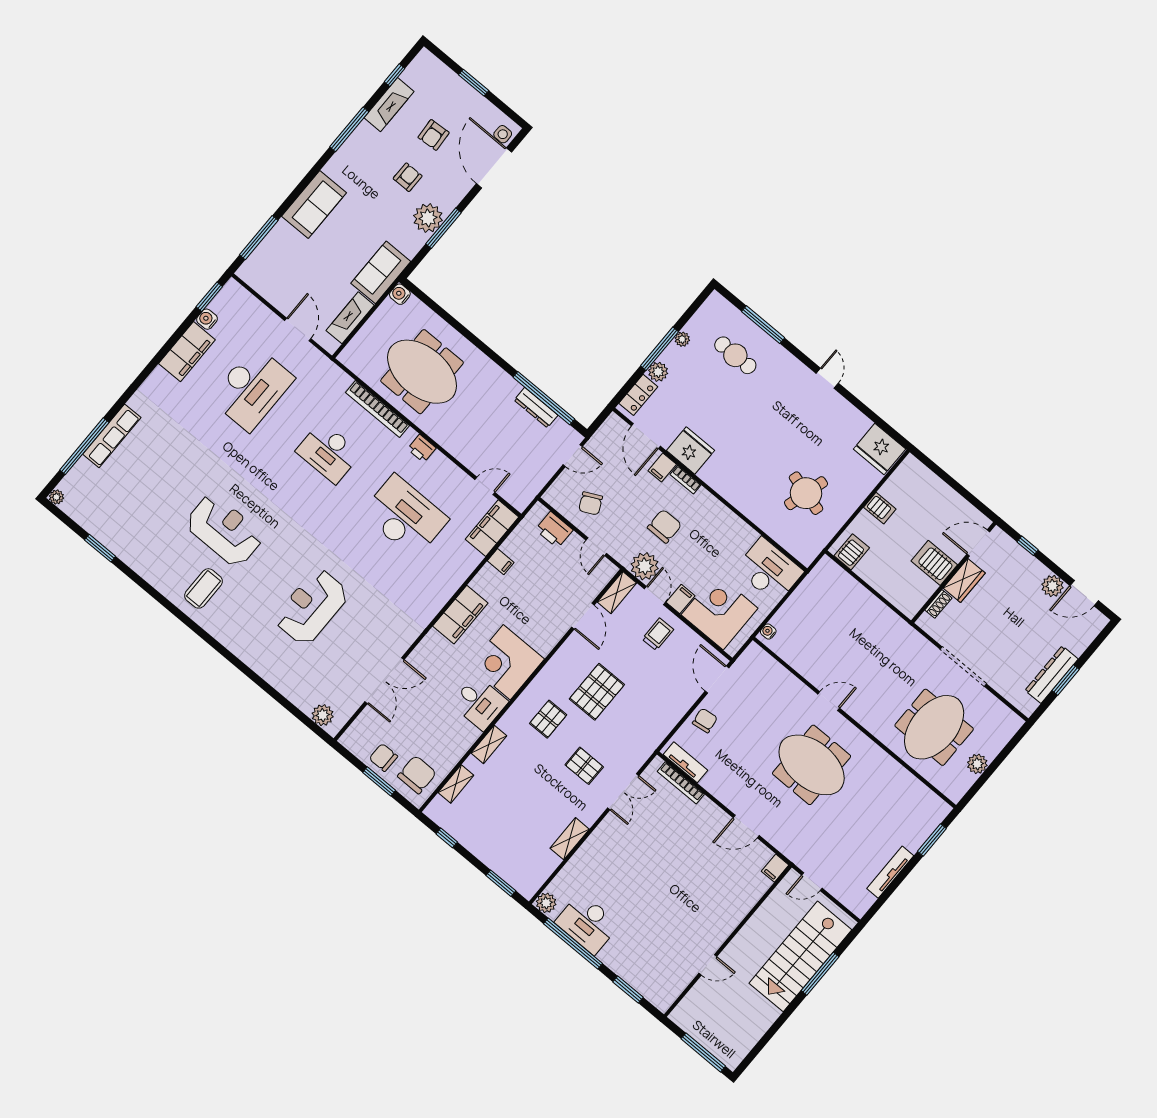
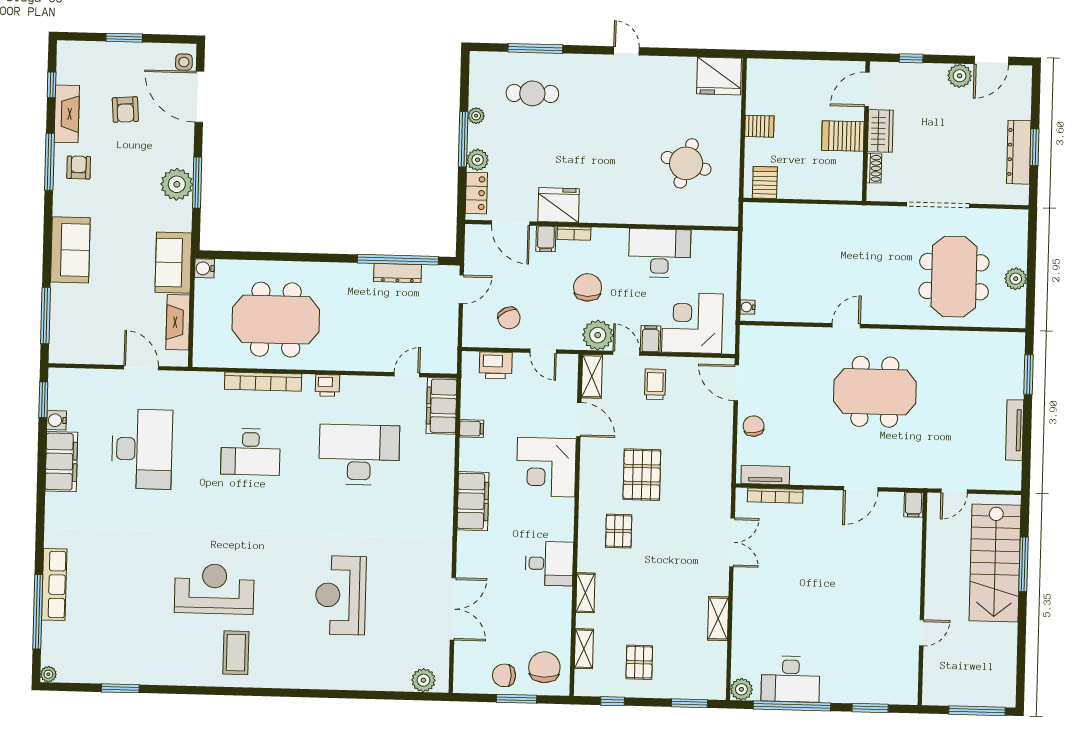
armchair: (408, 177) -> (79, 167), moved
desk: (769, 570) -> (660, 253), moved
corner desk: (507, 662) -> (546, 467), moved
pallet: (584, 766) -> (639, 662), moved, turned 90

